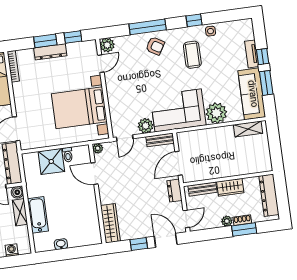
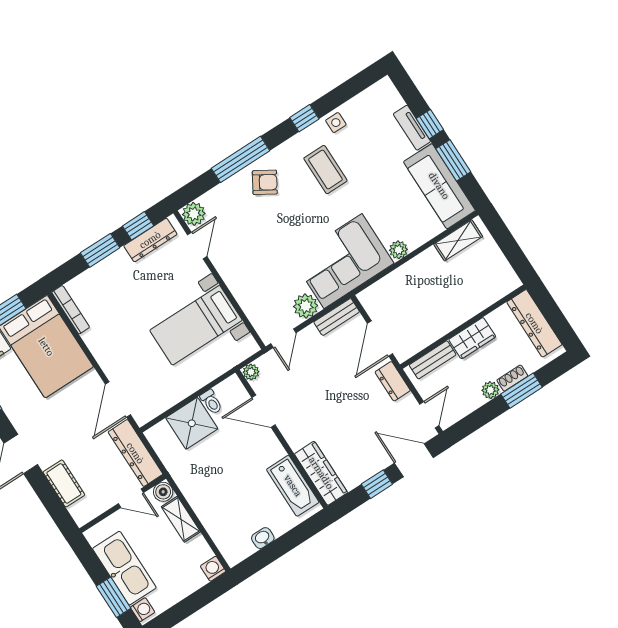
dresser: (50, 52) -> (150, 240), moved
bed with nightstands: (79, 108) -> (196, 325), width x0.73
plant: (216, 113) -> (398, 250), width x0.53, depth x0.53
bathtub: (38, 215) -> (293, 486), moved, turned 180
washing machine: (12, 250) -> (213, 569), moved

